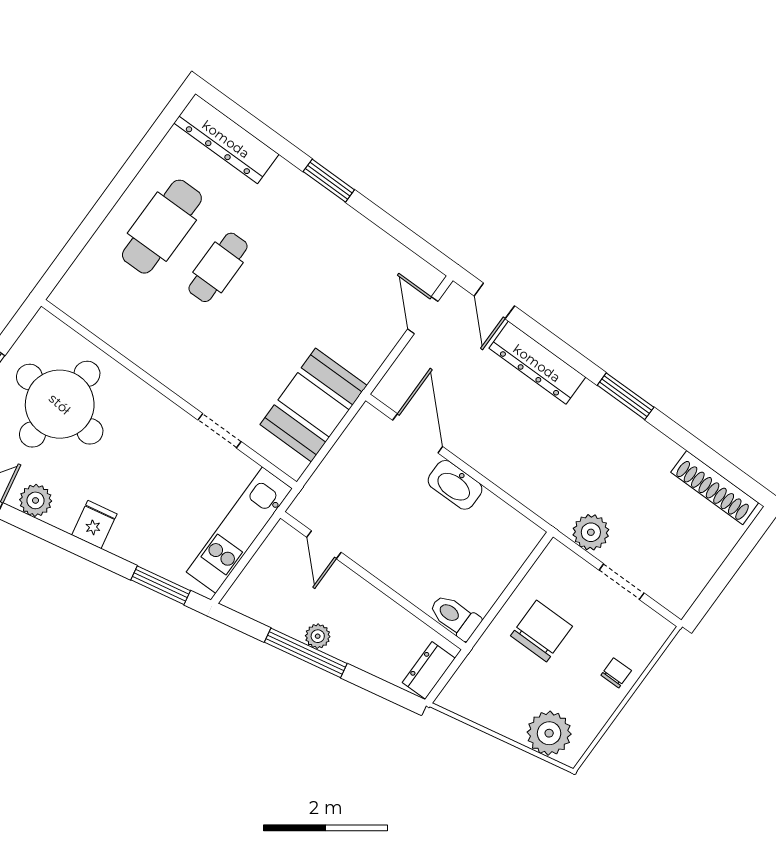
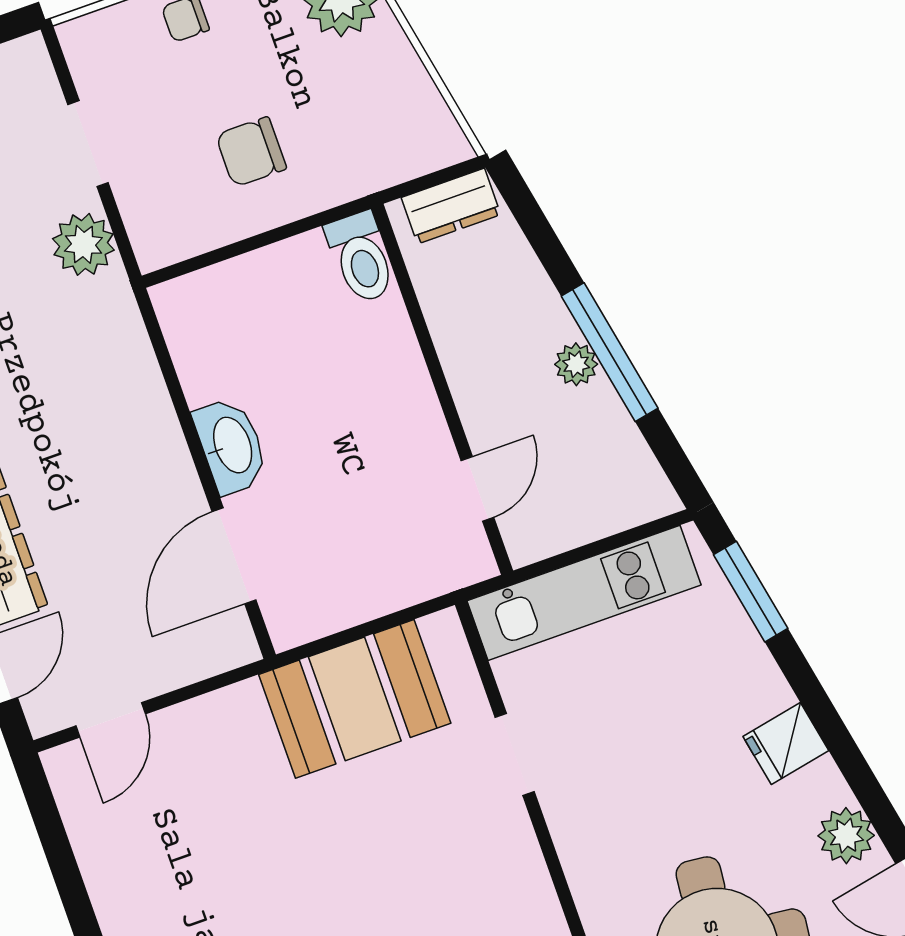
chair: (541, 631) -> (251, 152), width x0.73, depth x0.73

